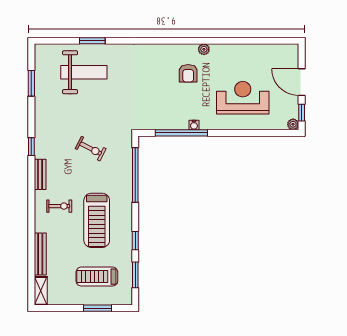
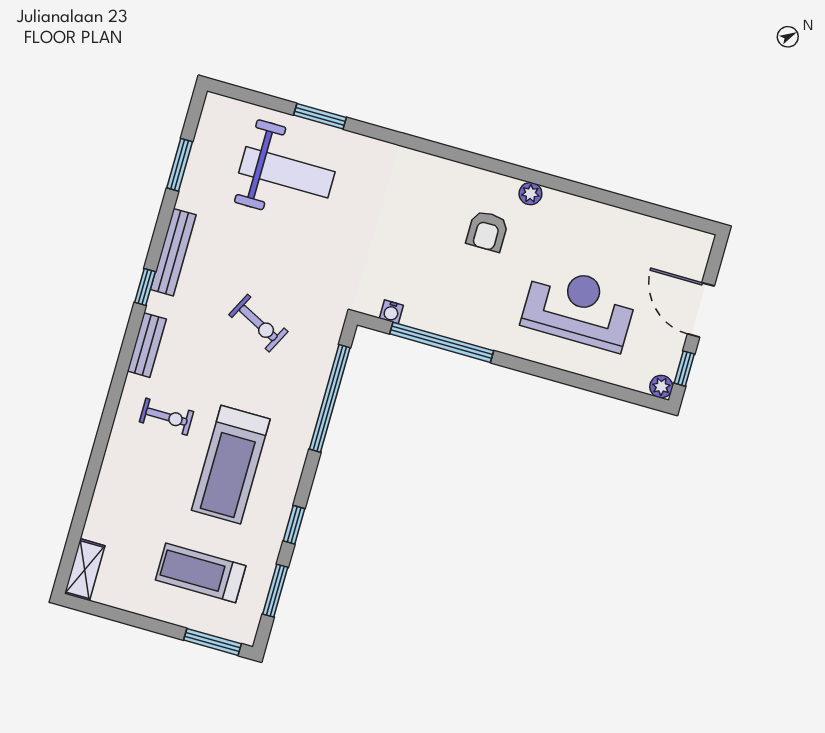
water cooler: (194, 125) -> (391, 312), moved
bench: (40, 254) -> (173, 252), moved
window: (98, 308) -> (212, 642), moved

